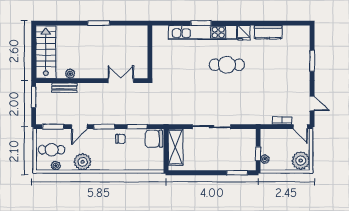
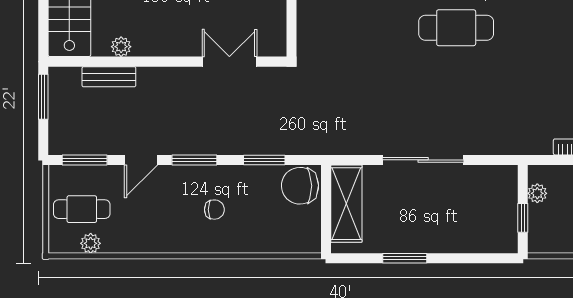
chair: (120, 139) -> (214, 210), moved
plant: (265, 159) -> (537, 193), moved
plant: (83, 162) -> (148, 235), removed
window: (237, 173) -> (405, 258), moved

